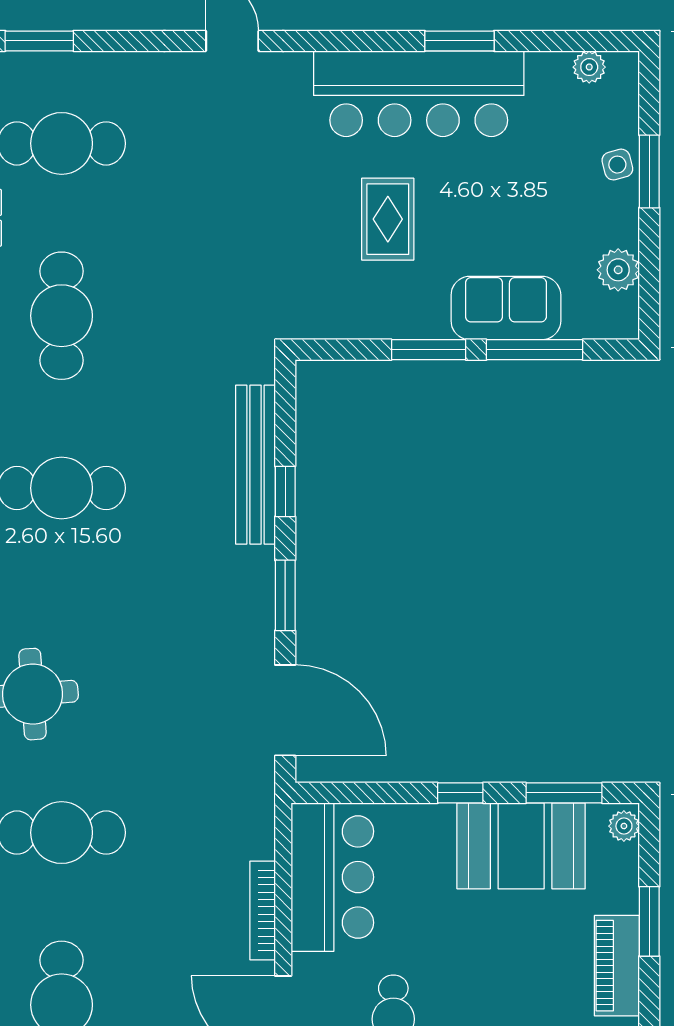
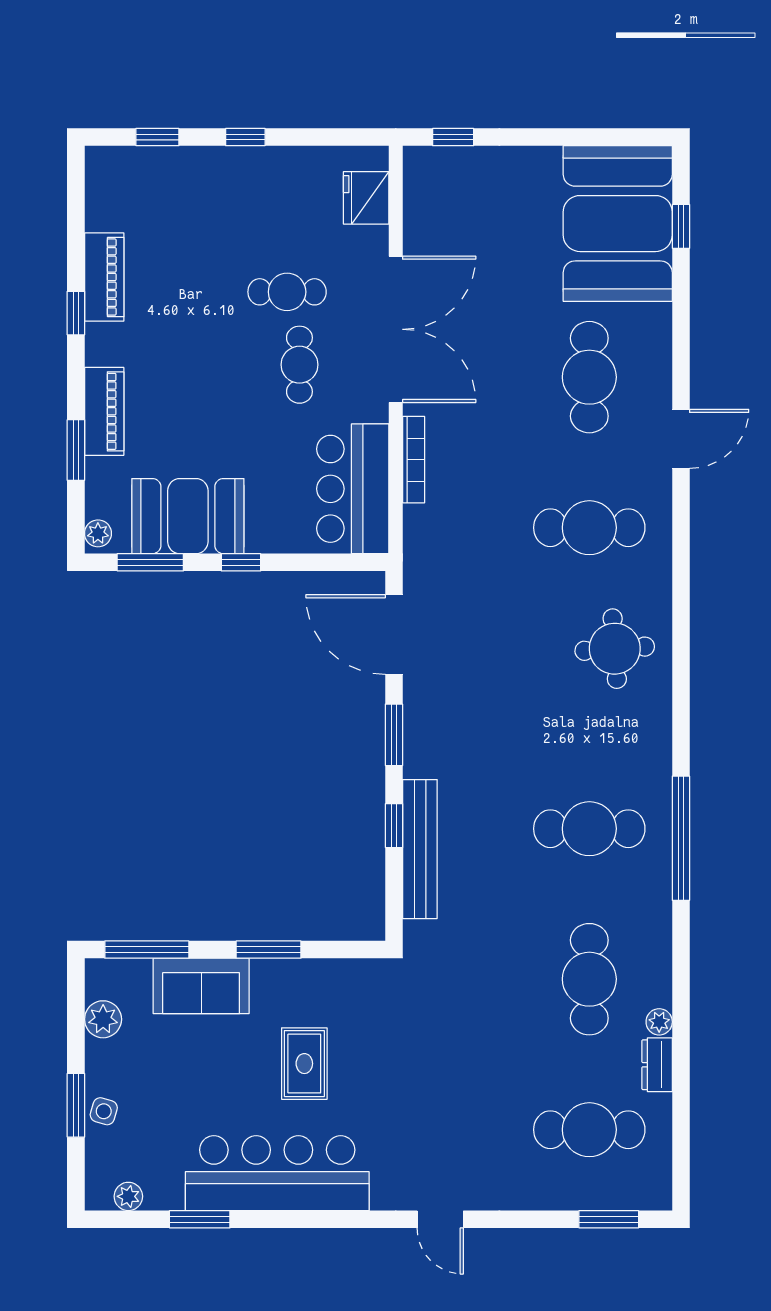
window: (459, 41) -> (200, 1219), moved
side table: (617, 165) -> (104, 1111), turned 32
window: (535, 350) -> (147, 950), moved

